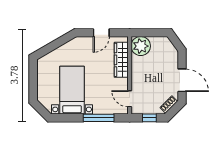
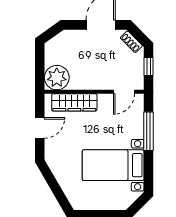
door: (101, 33) -> (40, 128), hinge flipped

